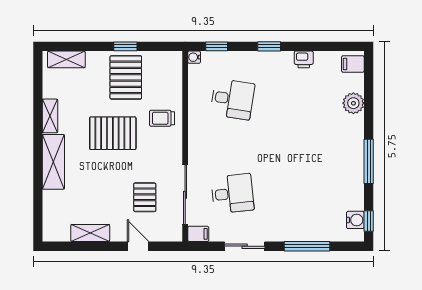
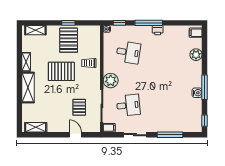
window: (269, 46) -> (149, 23), width x2.17
printer: (304, 59) -> (158, 30), moved
plant: (201, 149) -> (111, 81), added
water cooler: (355, 220) -> (197, 93), moved
shelving: (90, 233) -> (36, 127), moved

